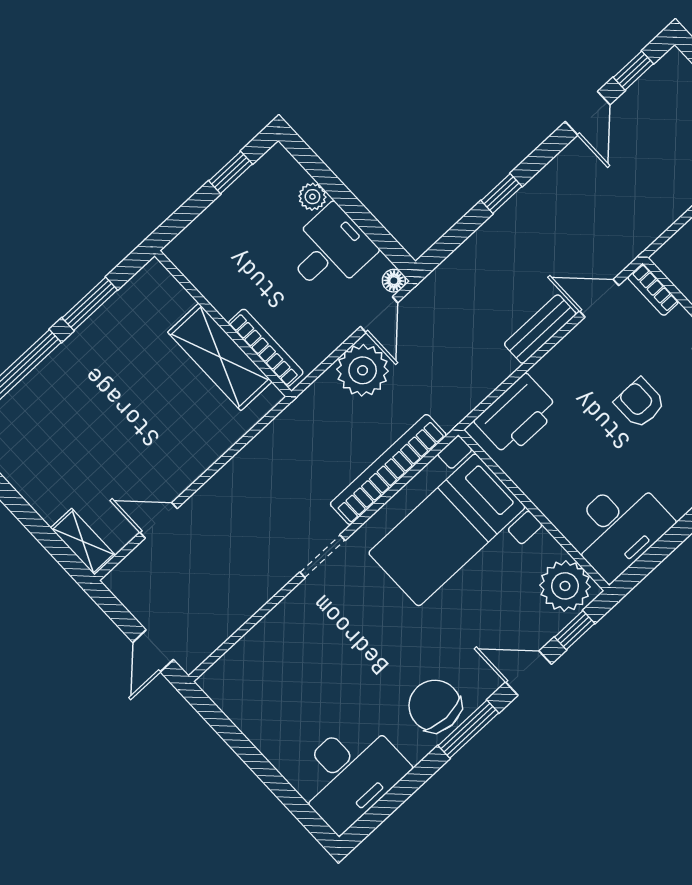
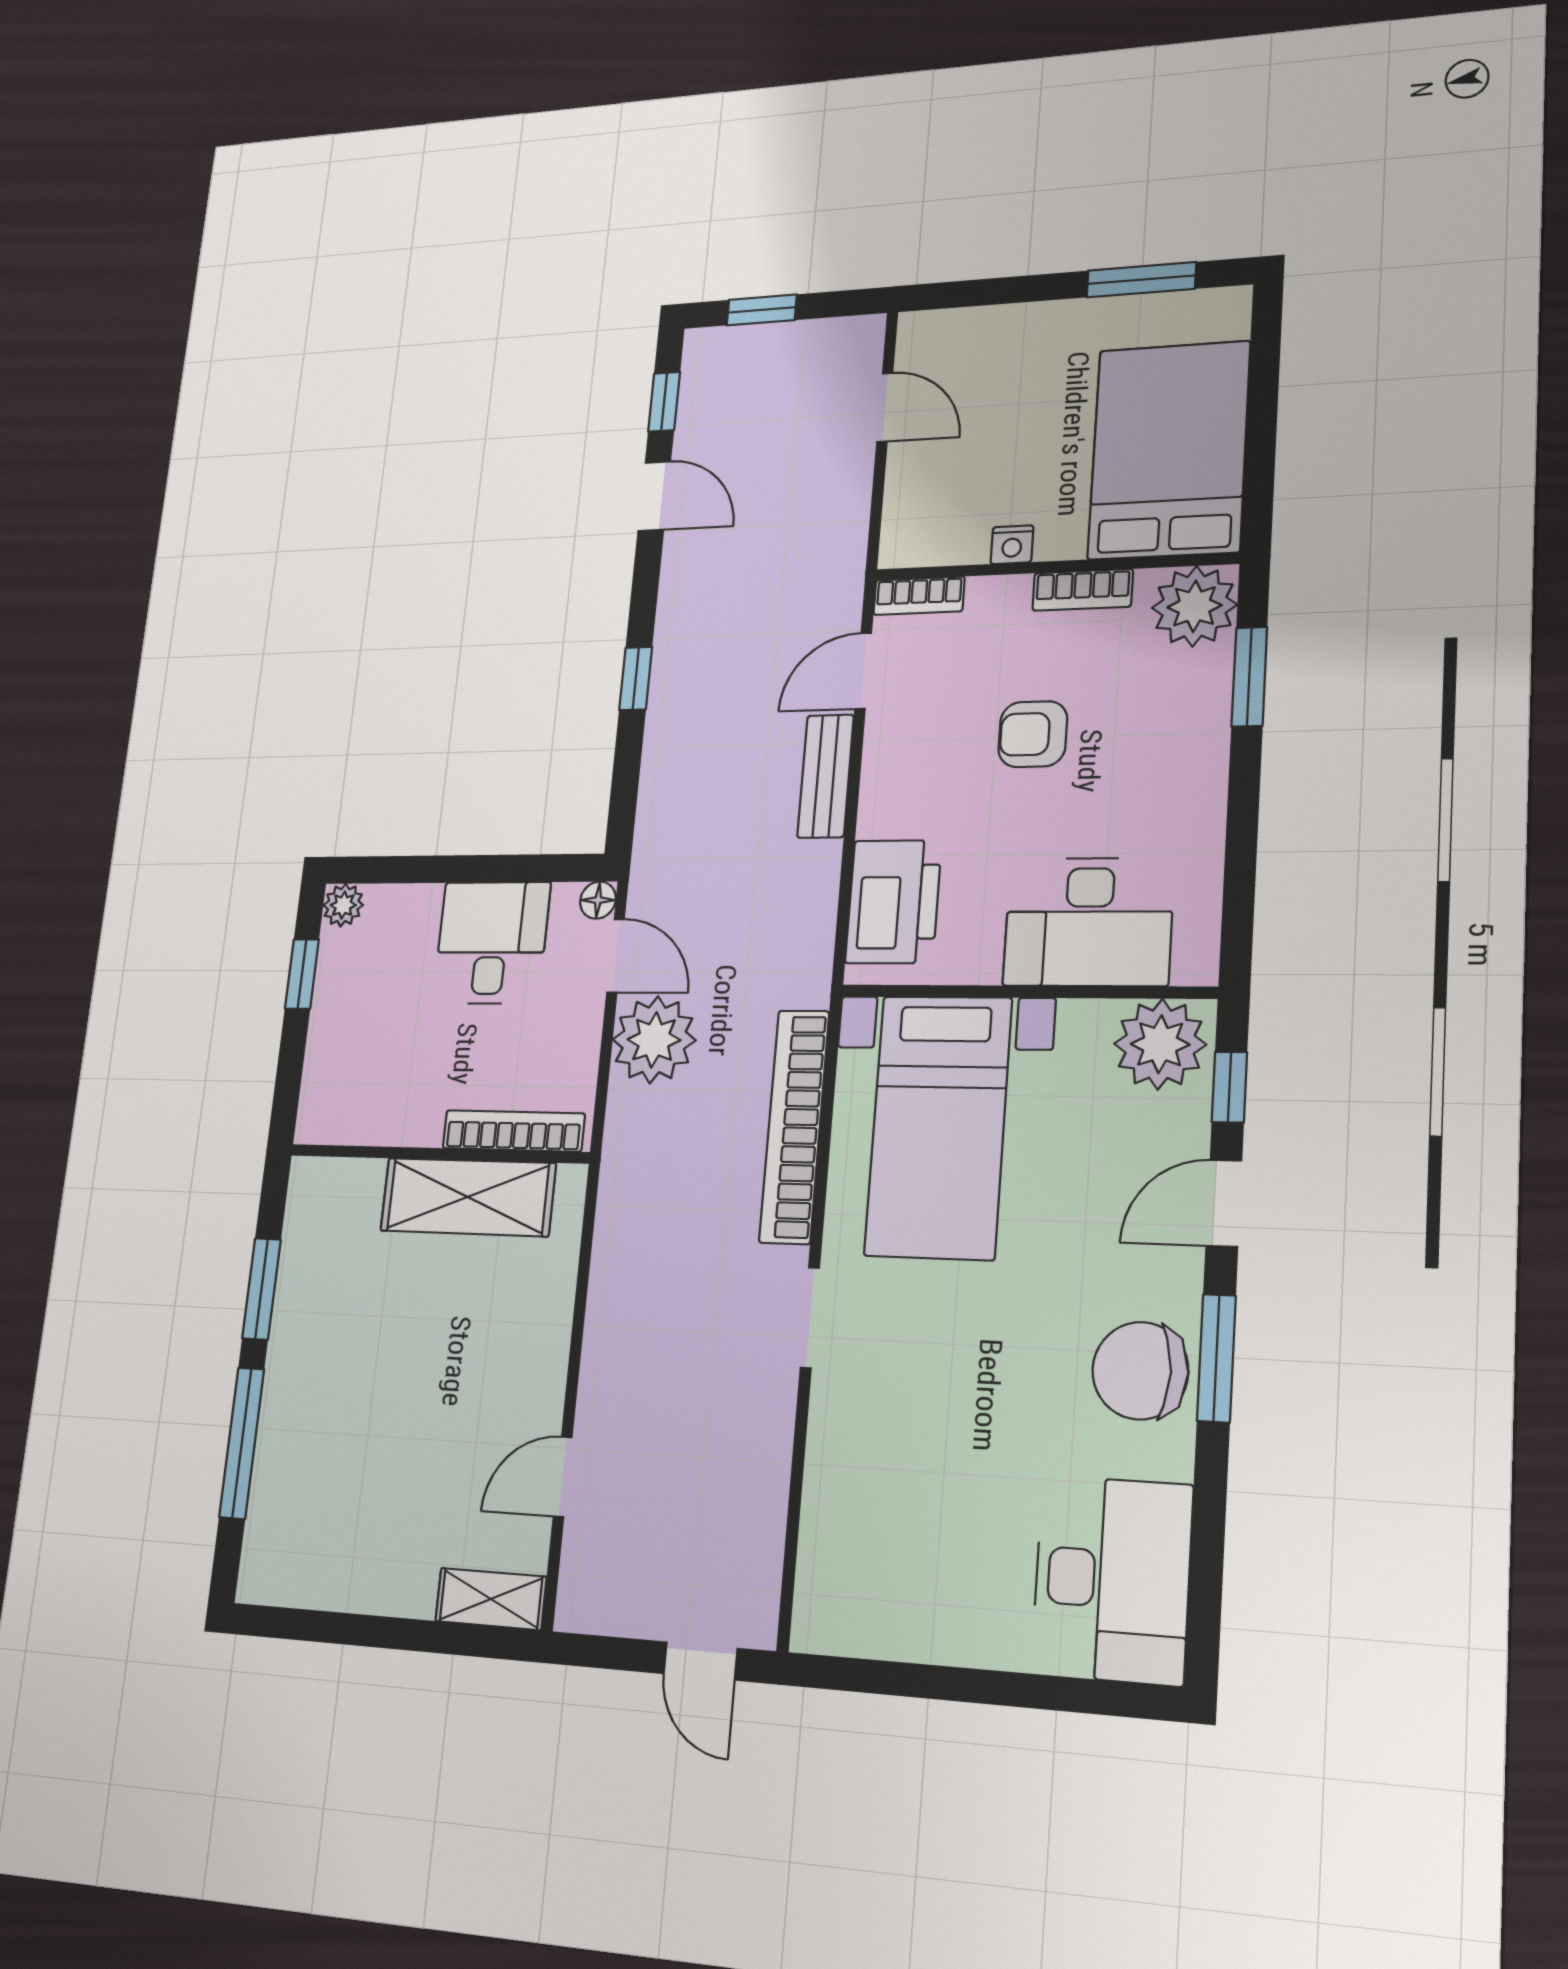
plant: (312, 197) -> (343, 905), moved
desk: (618, 527) -> (1088, 922), moved, turned 90

